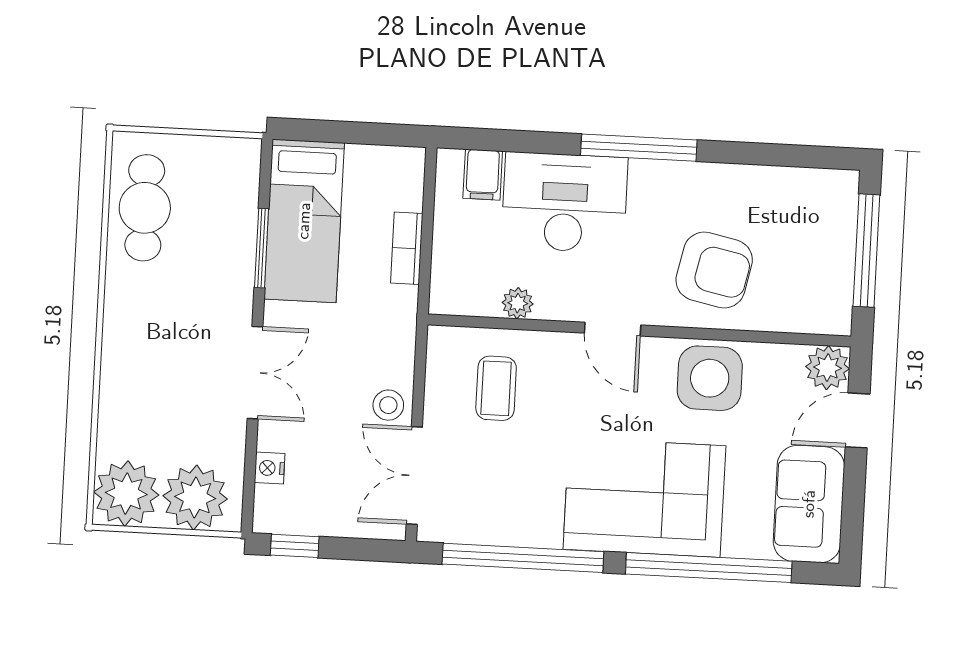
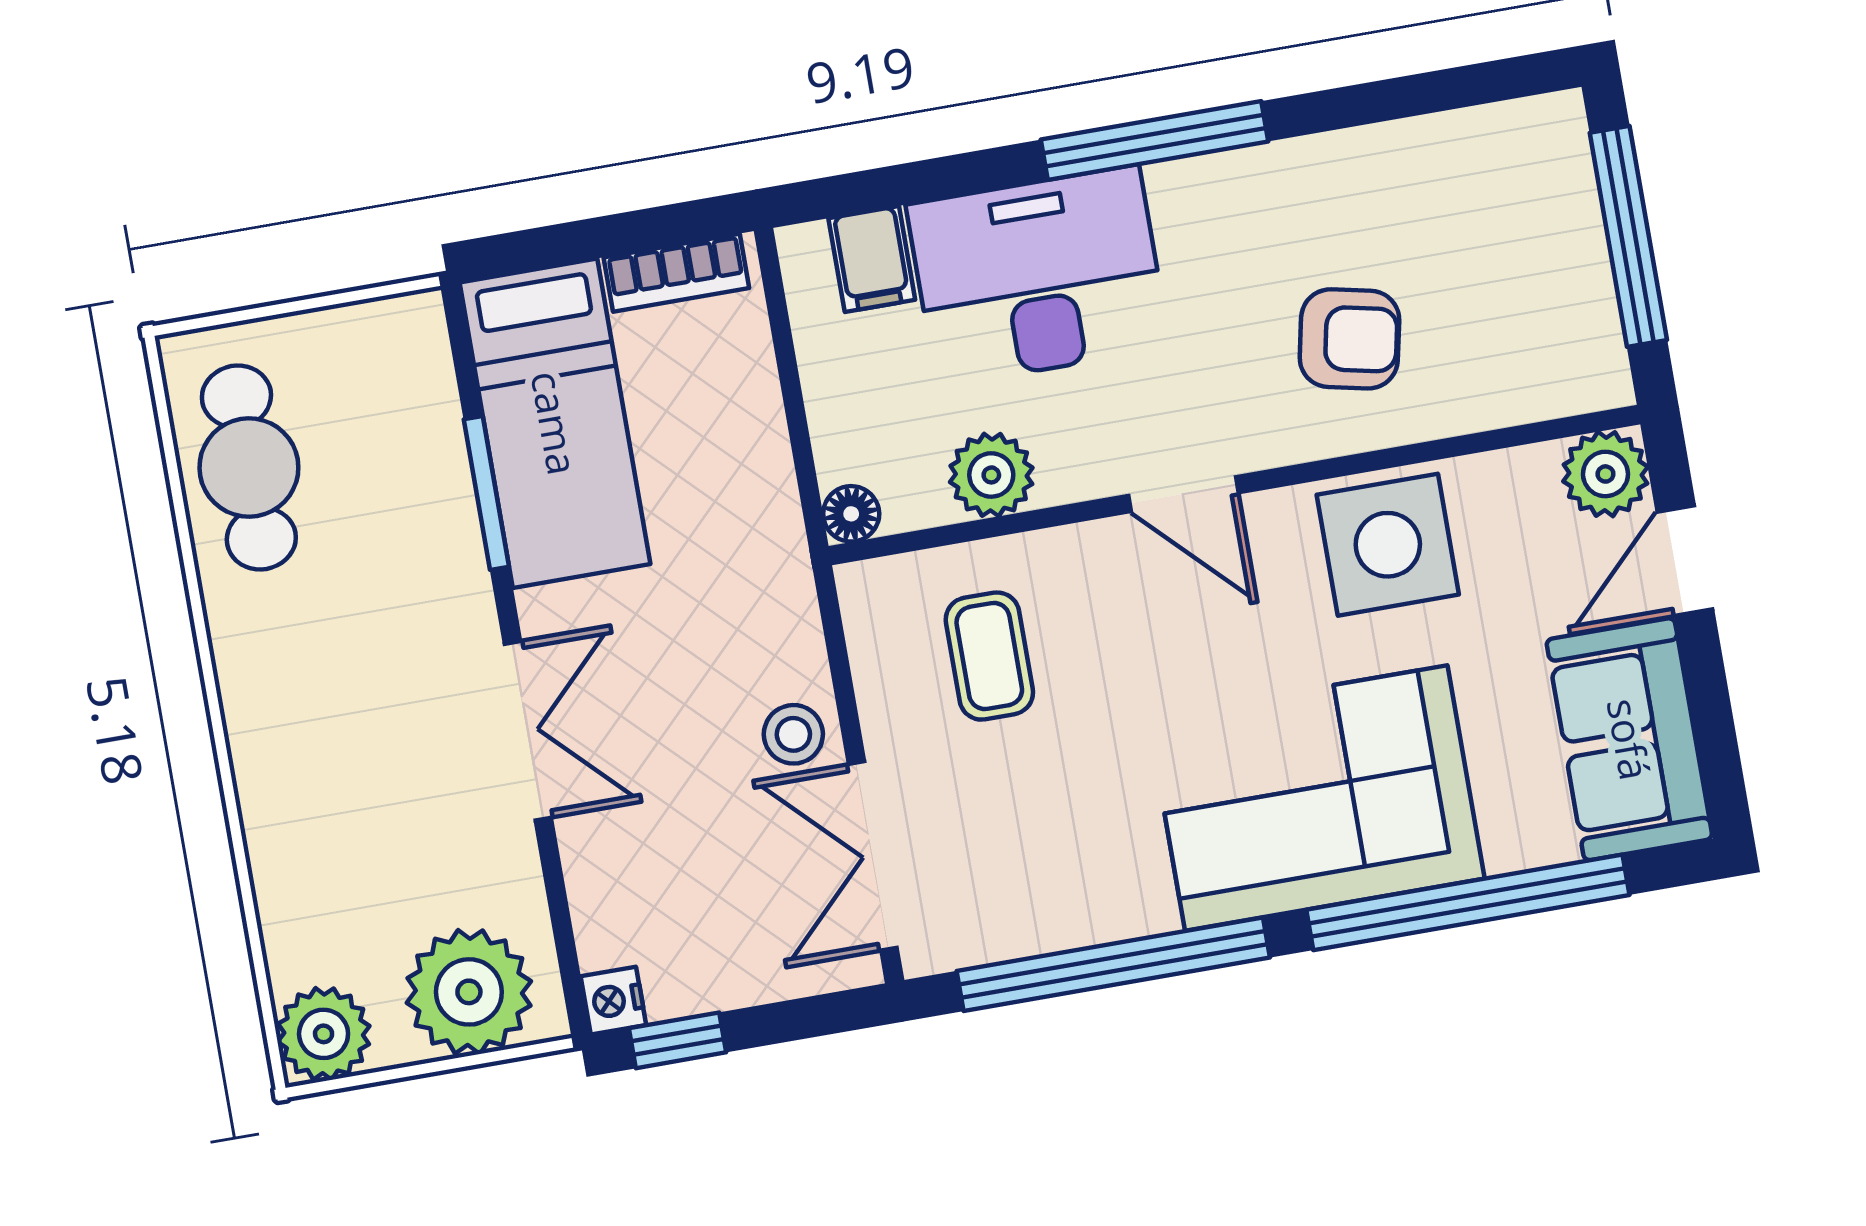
bookcase: (407, 248) -> (676, 273), moved, turned -90
armchair: (714, 270) -> (1349, 339), width x0.72, depth x0.72
floor lamp: (443, 301) -> (851, 514), added
plant: (518, 303) -> (991, 475), width x1.38, depth x1.38
nightstand: (270, 468) -> (613, 1001), moved
plant: (126, 493) -> (324, 1034), width x0.73, depth x0.73

